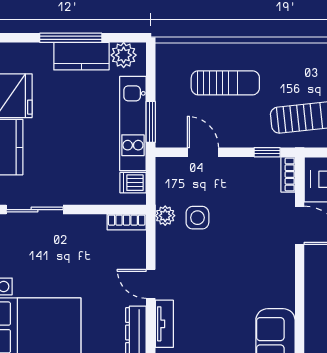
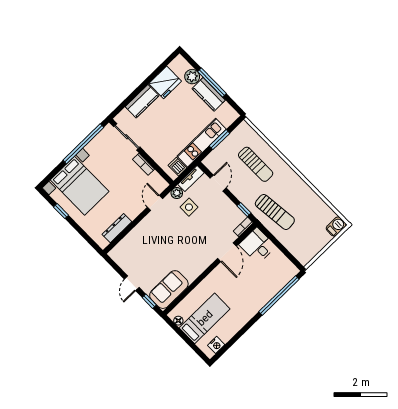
plant: (124, 55) -> (192, 77), moved
window: (151, 122) -> (219, 140), moved
bookcase: (127, 222) -> (144, 164), moved
door: (151, 284) -> (155, 203), moved
tv unit: (164, 324) -> (191, 179), moved

